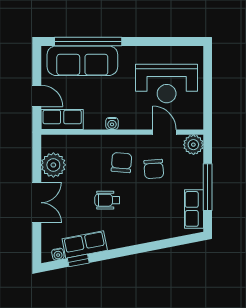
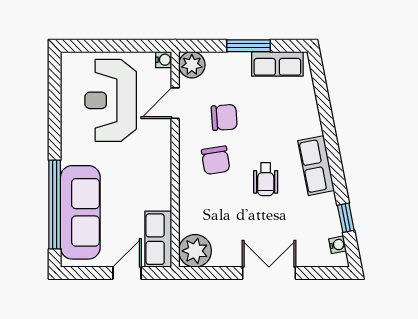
reception desk: (167, 84) -> (111, 100), turned 180
water cooler: (112, 123) -> (164, 60), moved
chair: (121, 163) -> (216, 160), turned -104
plant: (53, 165) -> (195, 251), moved
window: (208, 187) -> (248, 46), width x0.69
row of seats: (85, 245) -> (316, 166), moved

